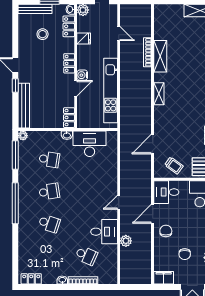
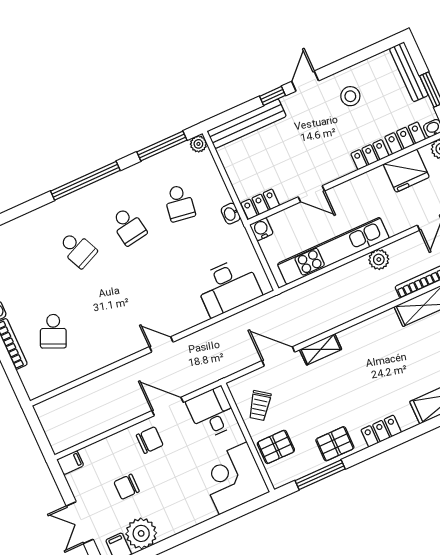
stool: (43, 34) -> (350, 96), moved
fridge: (84, 38) -> (406, 171), width x1.88, depth x1.34
locker: (69, 63) -> (370, 155), moved
water cooler: (82, 75) -> (261, 229), moved
shelving: (159, 94) -> (321, 349), moved
desk: (90, 144) -> (228, 287), moved, turned 90
school desk: (49, 224) -> (77, 249), turned -42
desk: (104, 232) -> (104, 342), removed
plant: (126, 241) -> (379, 259), moved
filing cabinet: (164, 278) -> (70, 463), width x0.50

